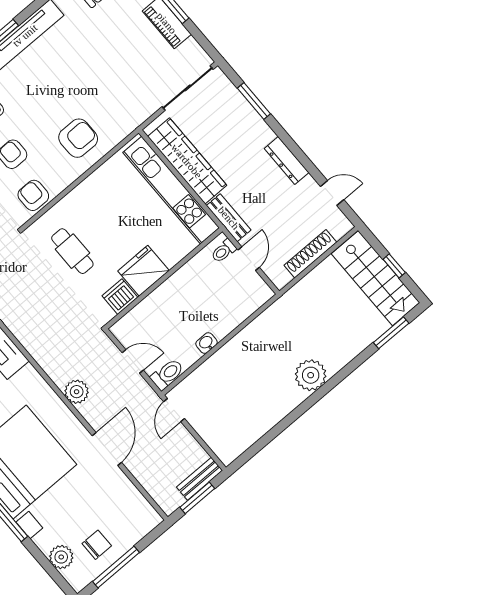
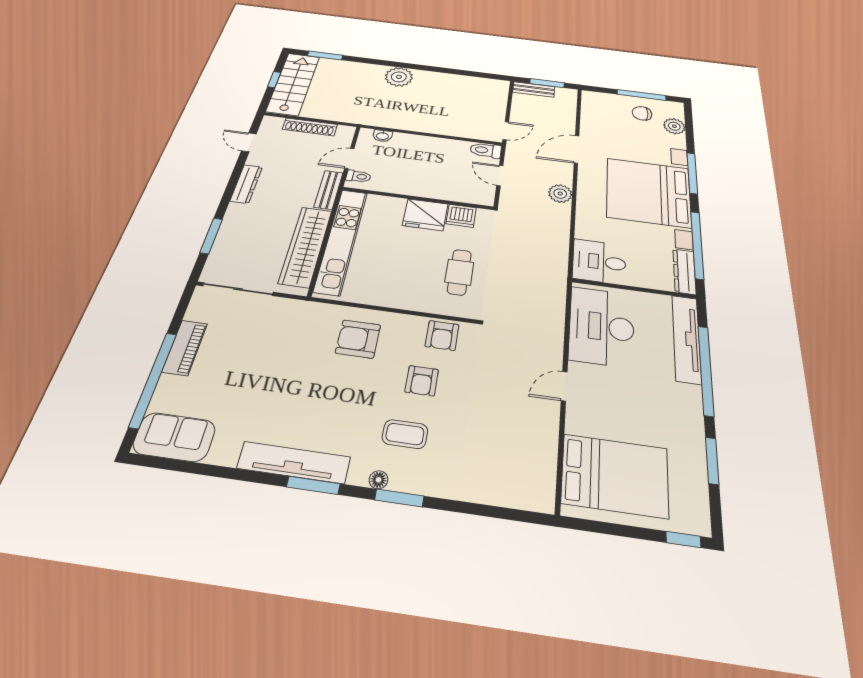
washbasin: (207, 343) -> (382, 136), moved

